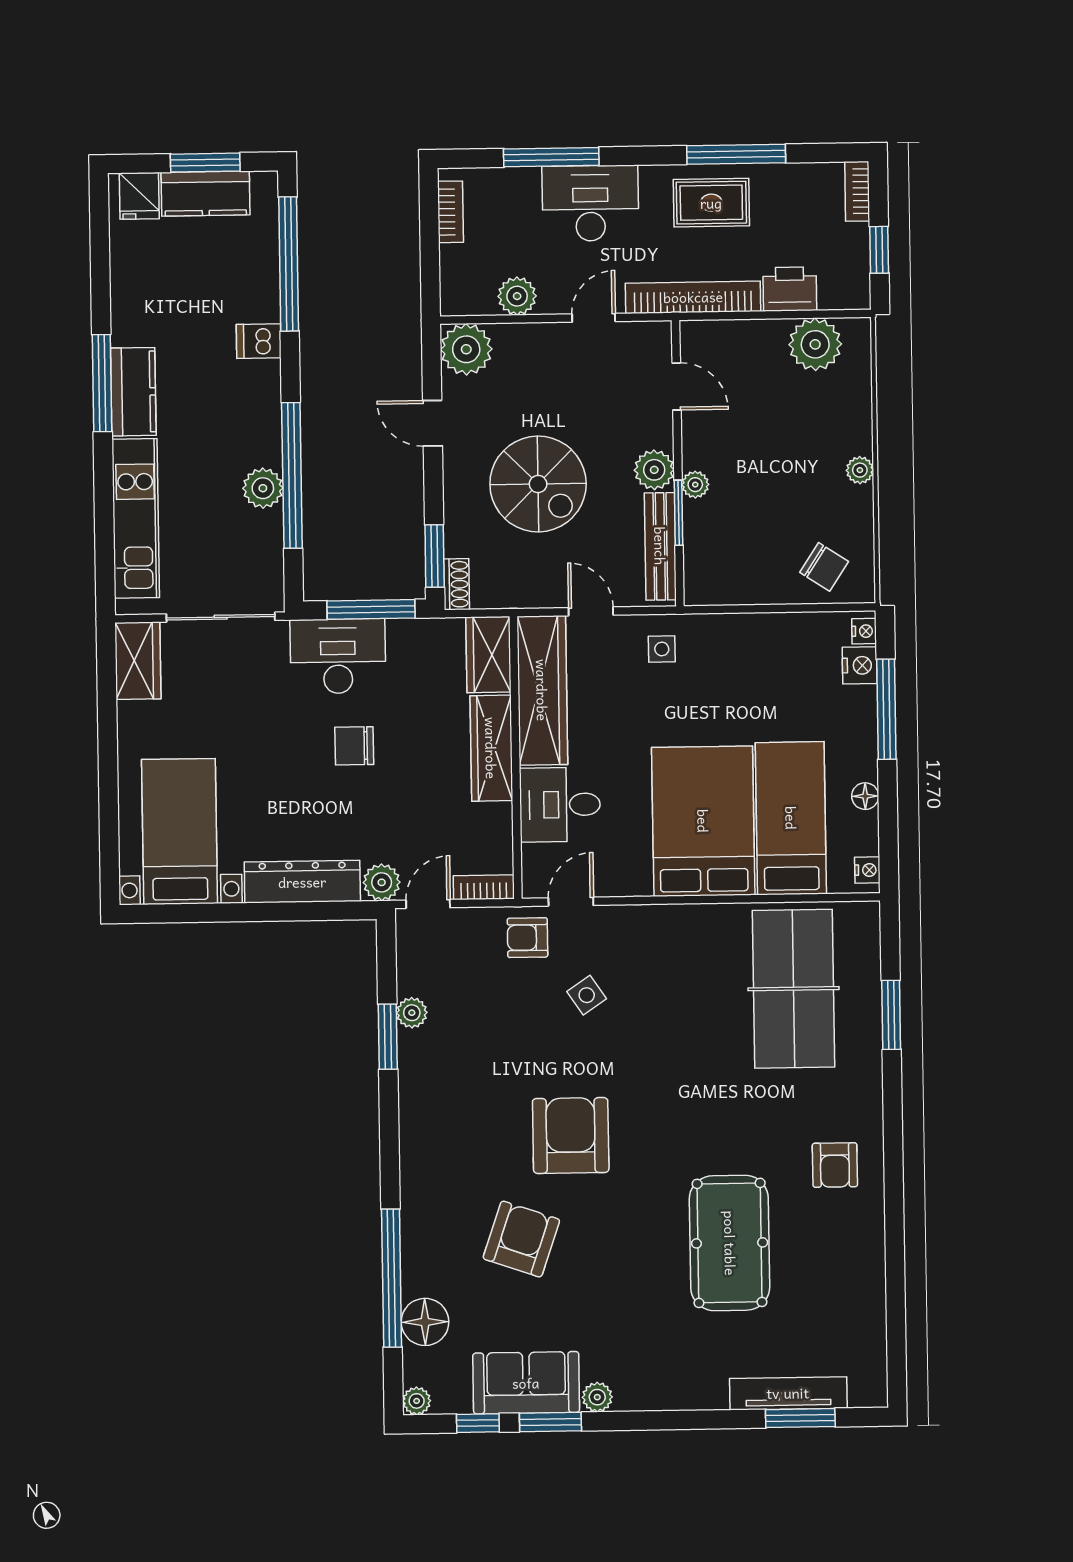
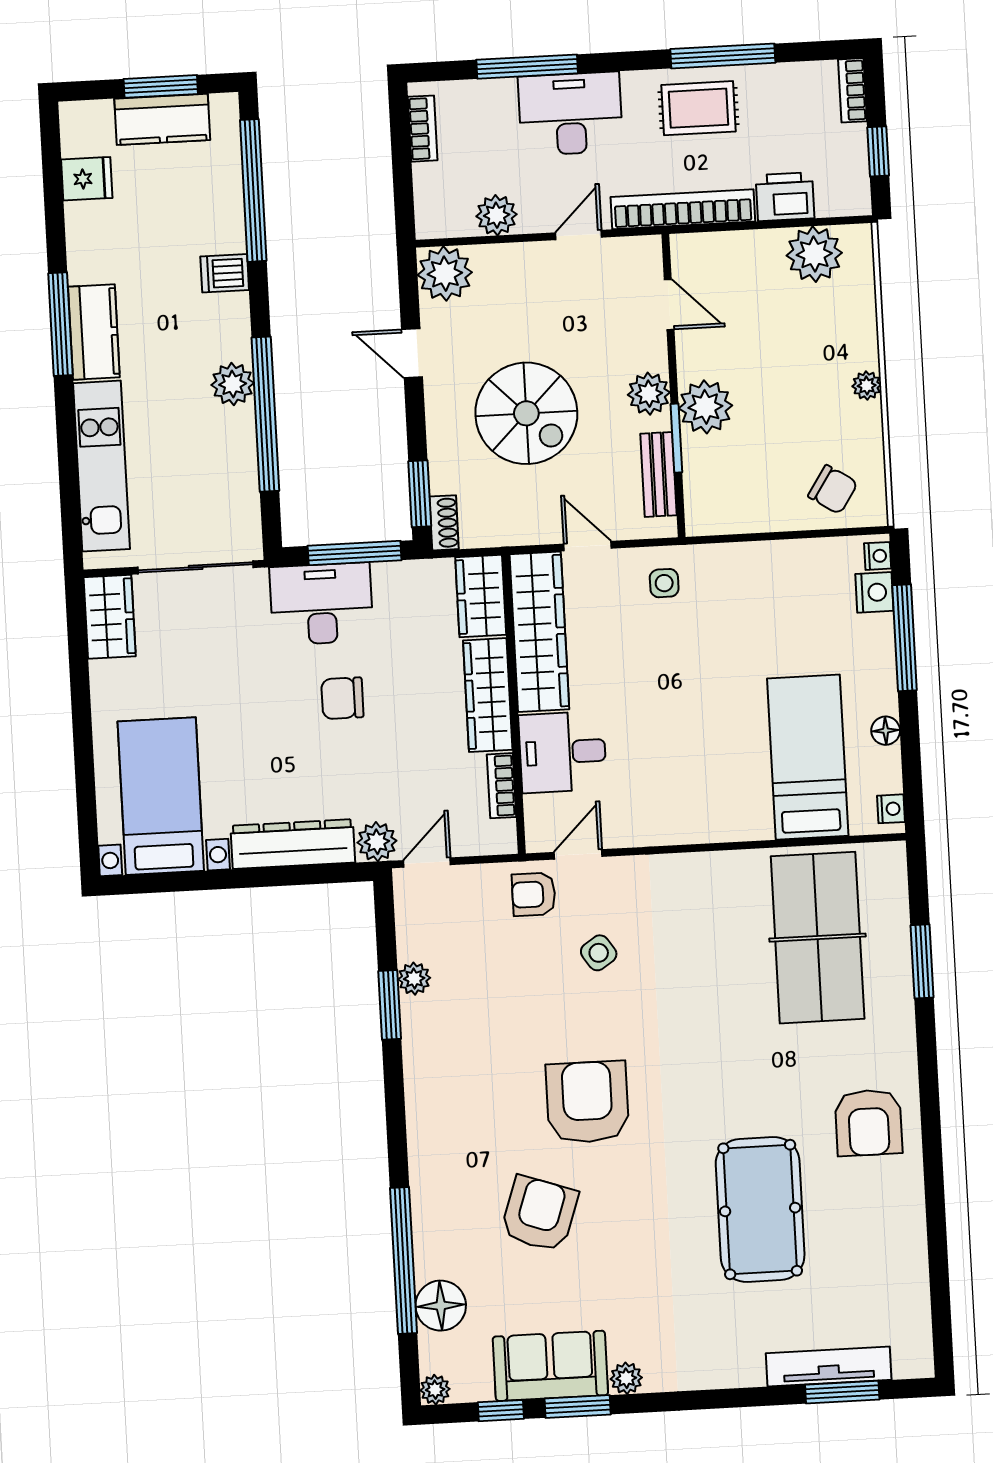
fridge: (139, 196) -> (87, 179), moved, turned -90
plant: (695, 485) -> (705, 407), width x1.88, depth x1.88
plant: (263, 488) -> (233, 384), moved
bench: (660, 546) -> (658, 474), width x0.73
bed: (703, 821) -> (715, 764), removed
bookcase: (484, 887) -> (502, 786), moved, turned -90
armchair: (835, 1165) -> (869, 1123), width x1.38, depth x1.38

